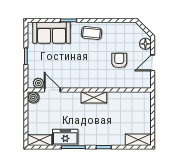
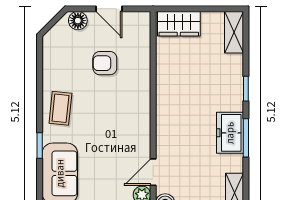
shelving: (94, 97) -> (165, 104), removed
wardrobe: (143, 106) -> (179, 24), added
freezer: (65, 137) -> (230, 133), moved

